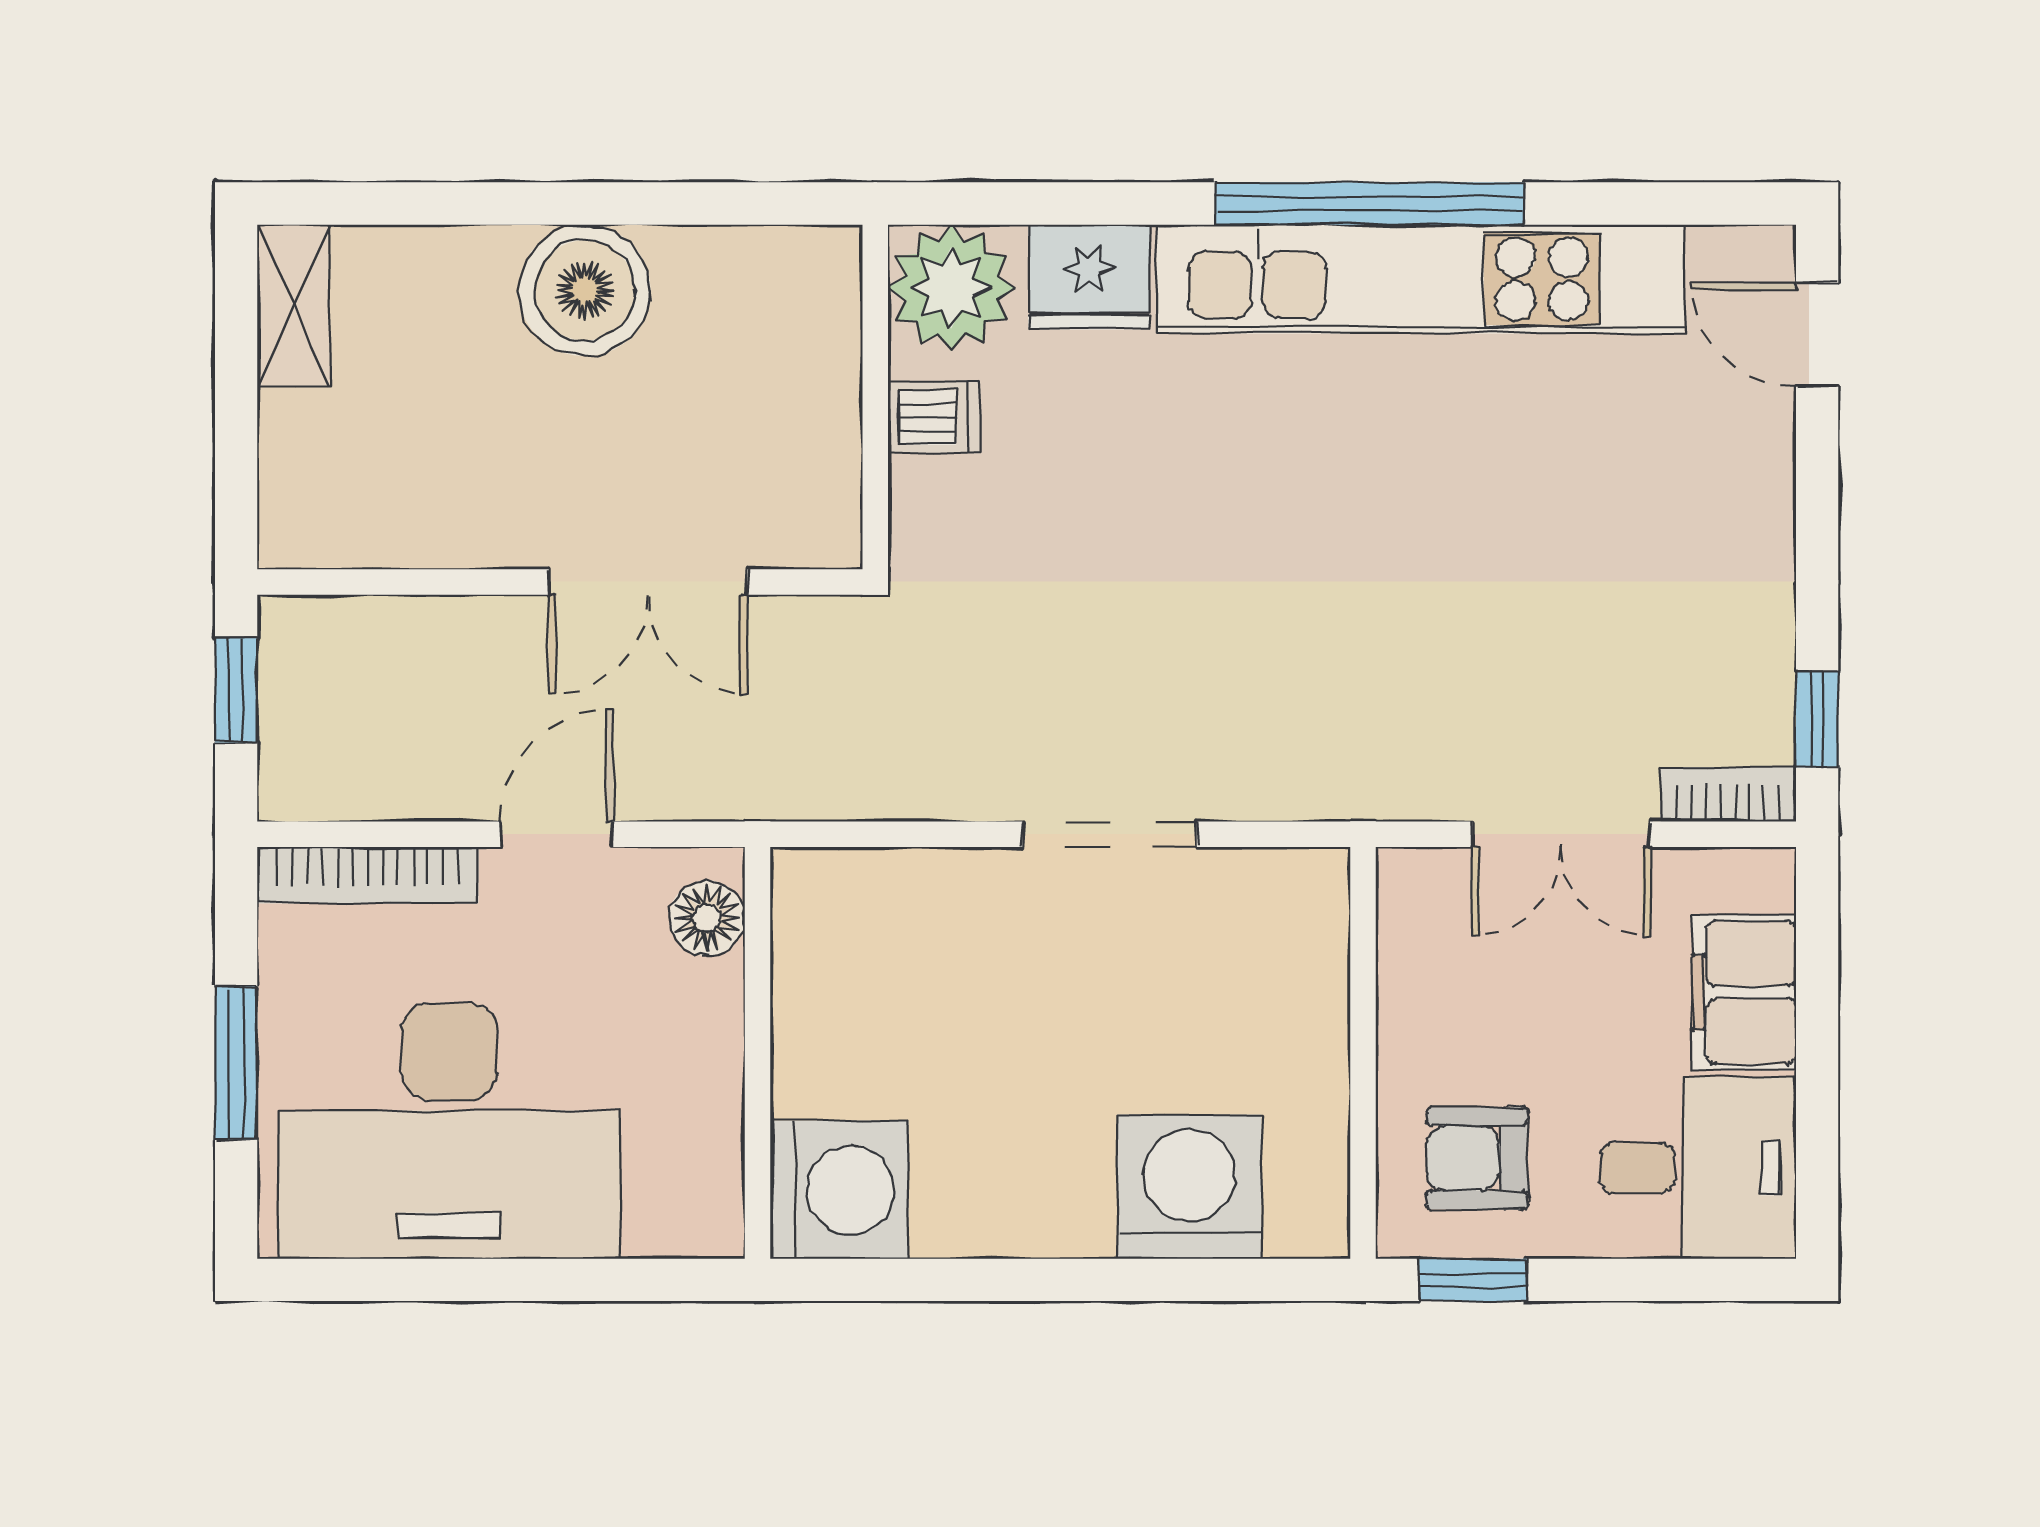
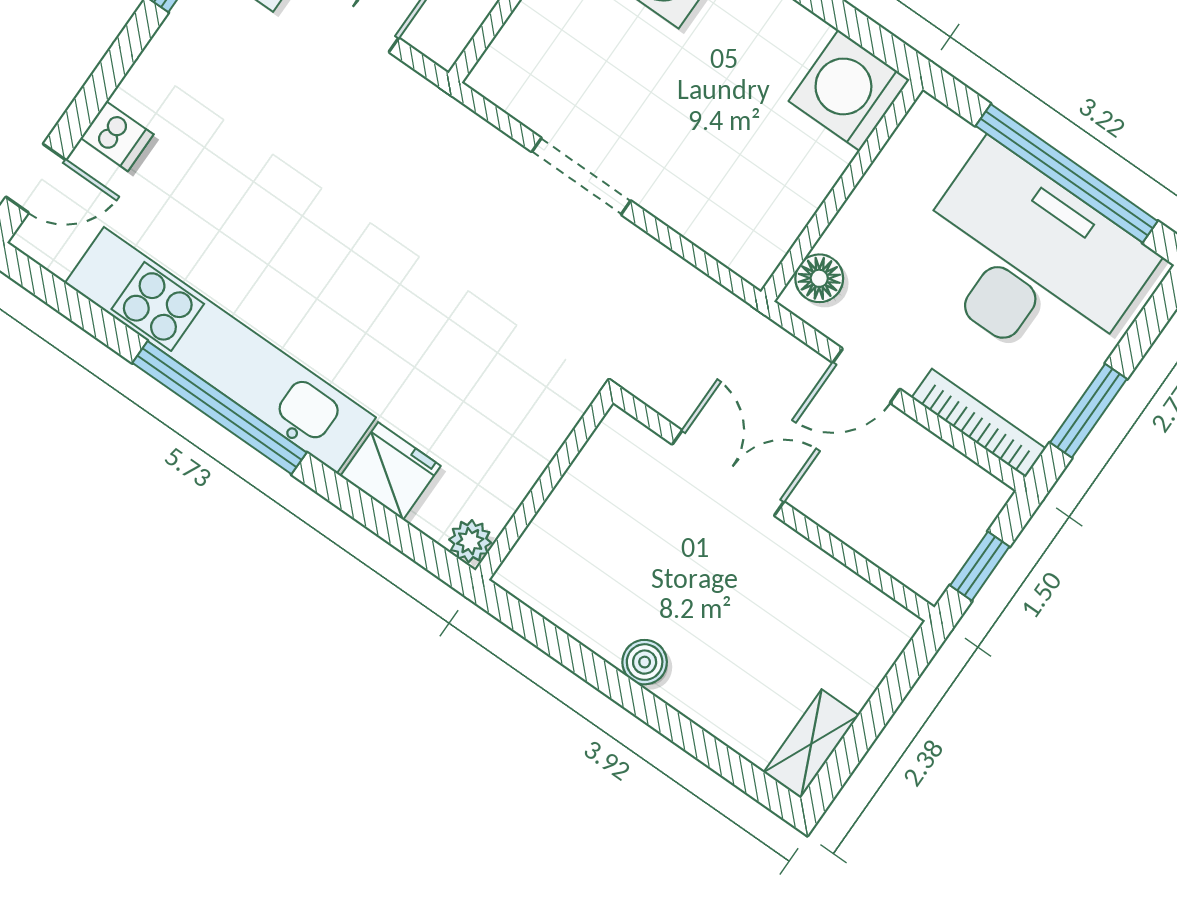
plant: (951, 288) -> (470, 541), width x0.53, depth x0.53
boiler: (585, 290) -> (645, 662), width x0.54, depth x0.54
door: (1817, 335) -> (36, 178), hinge flipped
dishwasher: (934, 418) -> (117, 136), moved, turned 180
window: (236, 1063) -> (1089, 411), moved
window: (481, 1280) -> (1067, 173), added

